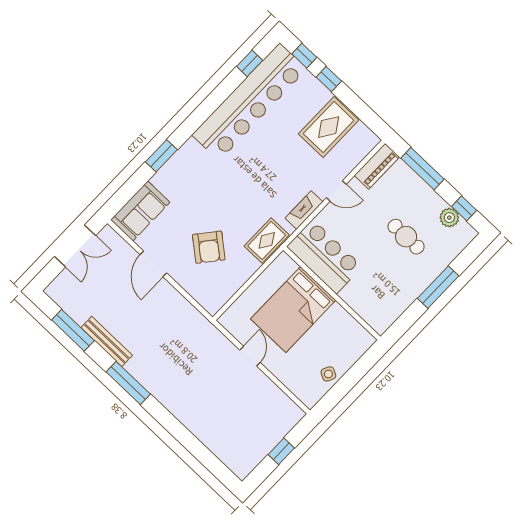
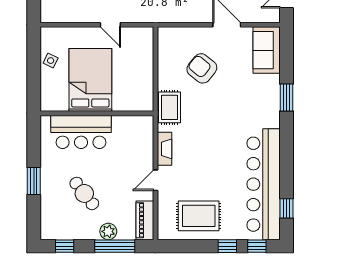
rug: (329, 127) -> (199, 216), turned 90
plant: (449, 218) -> (108, 231), moved
cafe table: (406, 237) -> (84, 193), turned 52
bar counter: (325, 257) -> (81, 132), moved
window: (438, 287) -> (34, 181), width x0.69
bed: (293, 310) -> (90, 80), moved

